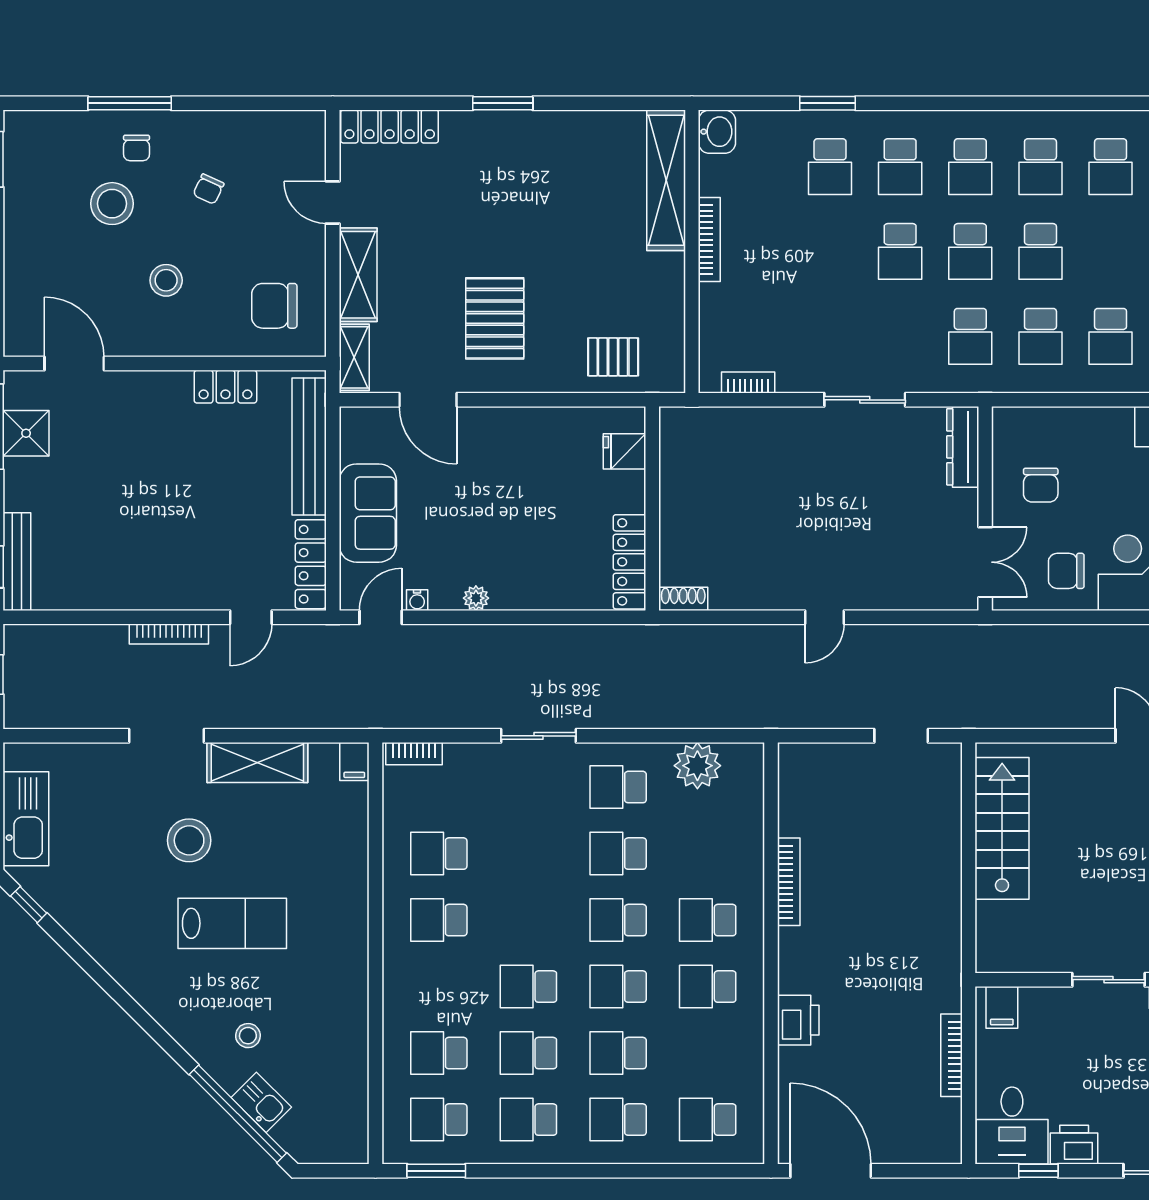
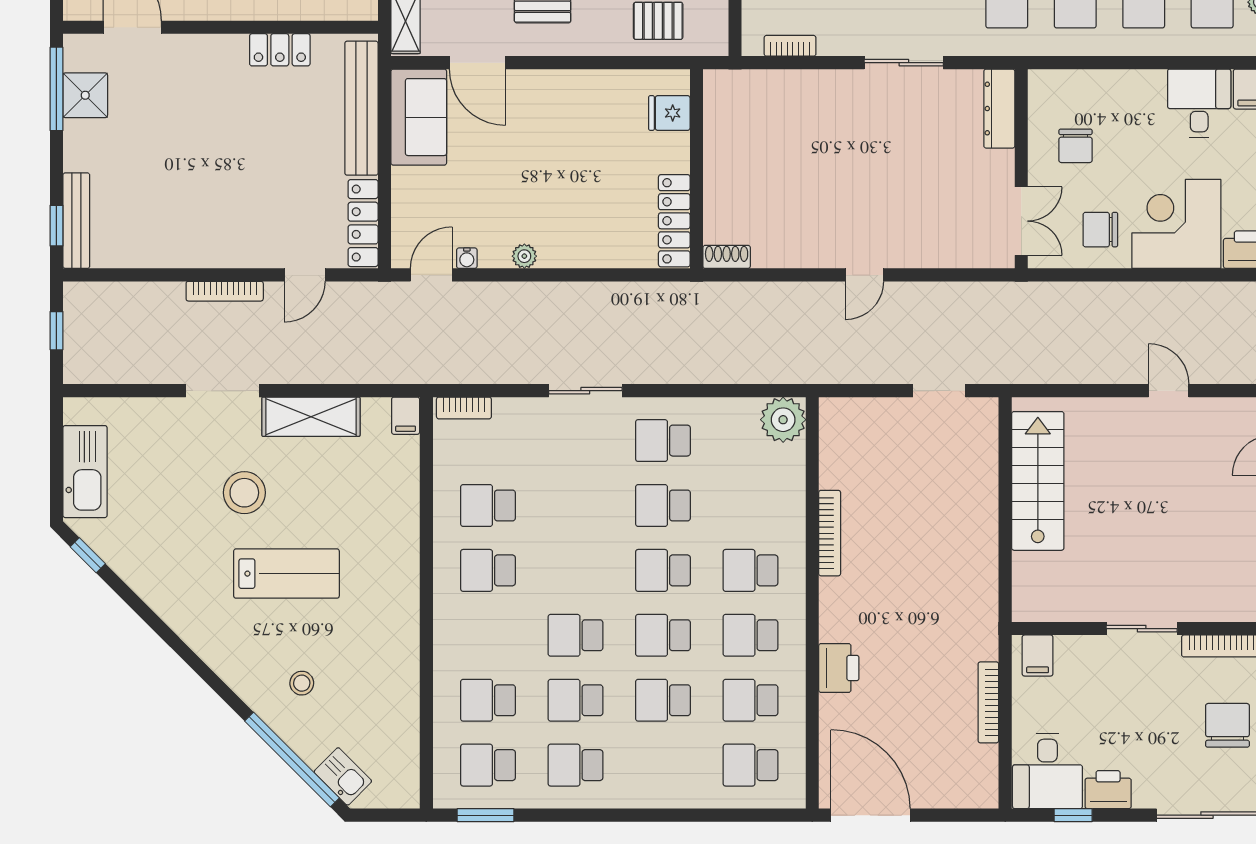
sofa: (368, 513) -> (419, 117), moved
plant: (697, 766) -> (783, 420), moved
kitchen sink: (261, 1102) -> (343, 776), moved
school desk: (618, 1120) -> (751, 700), moved

